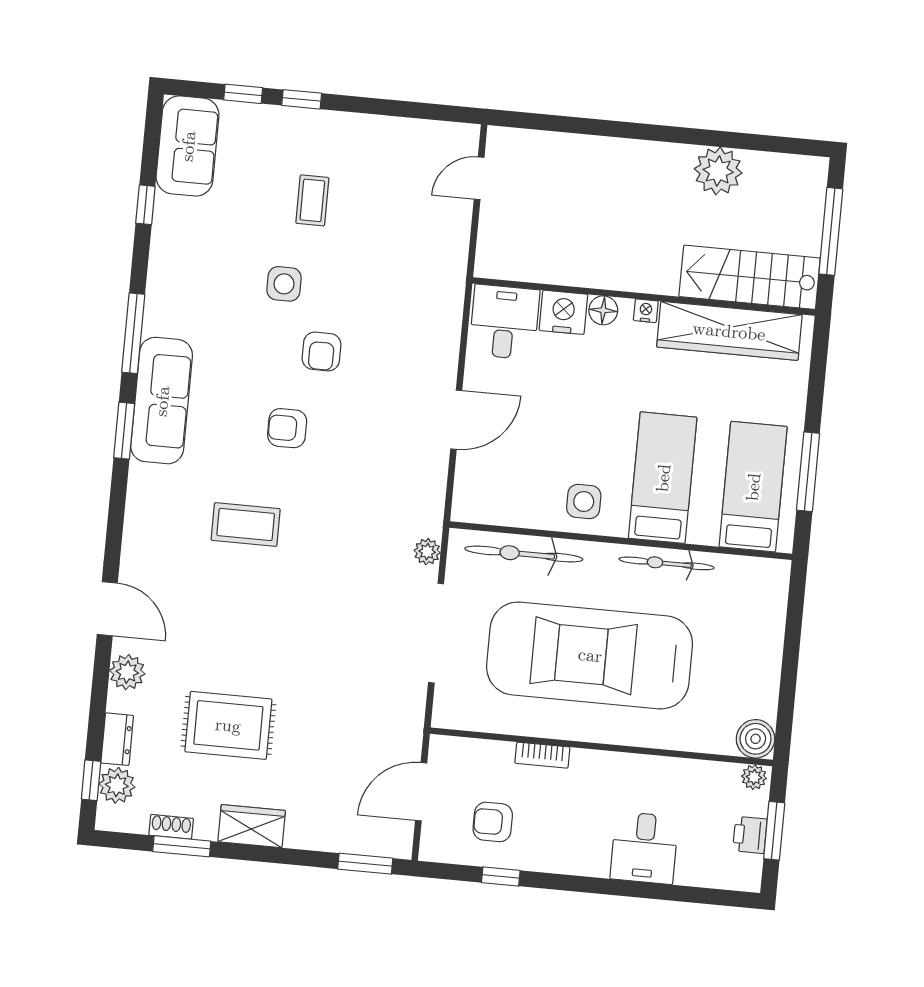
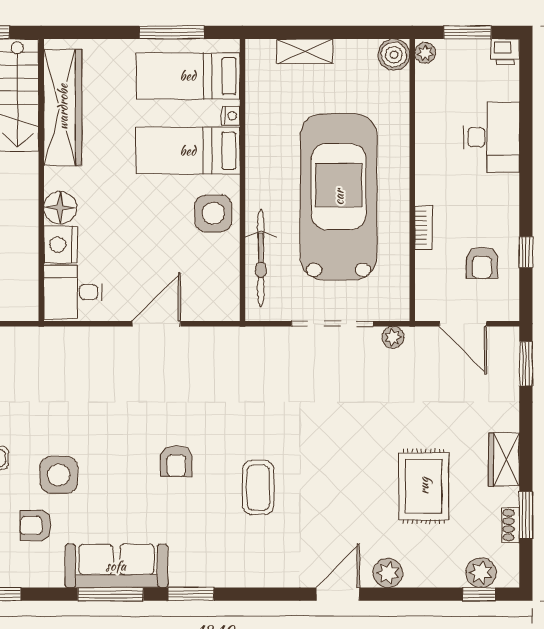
side table: (284, 284) -> (59, 475), width x1.37, depth x1.37
floor lamp: (603, 310) -> (60, 208), width x1.38, depth x1.38
nightstand: (646, 311) -> (231, 116), moved, turned 180
armchair: (321, 351) -> (35, 526), moved, turned 180
sofa: (162, 401) -> (116, 566), moved
door: (456, 420) -> (156, 324), hinge flipped
side table: (584, 502) -> (213, 213), width x1.37, depth x1.37
plant: (427, 552) -> (393, 337), moved
bicycle: (666, 563) -> (257, 141), removed
shelving: (770, 631) -> (305, 51), added
car: (590, 655) -> (339, 197), turned 180
dresser: (117, 739) -> (443, 576), removed
printer: (750, 835) -> (505, 52), moved
desk: (644, 848) -> (491, 137), width x1.37

